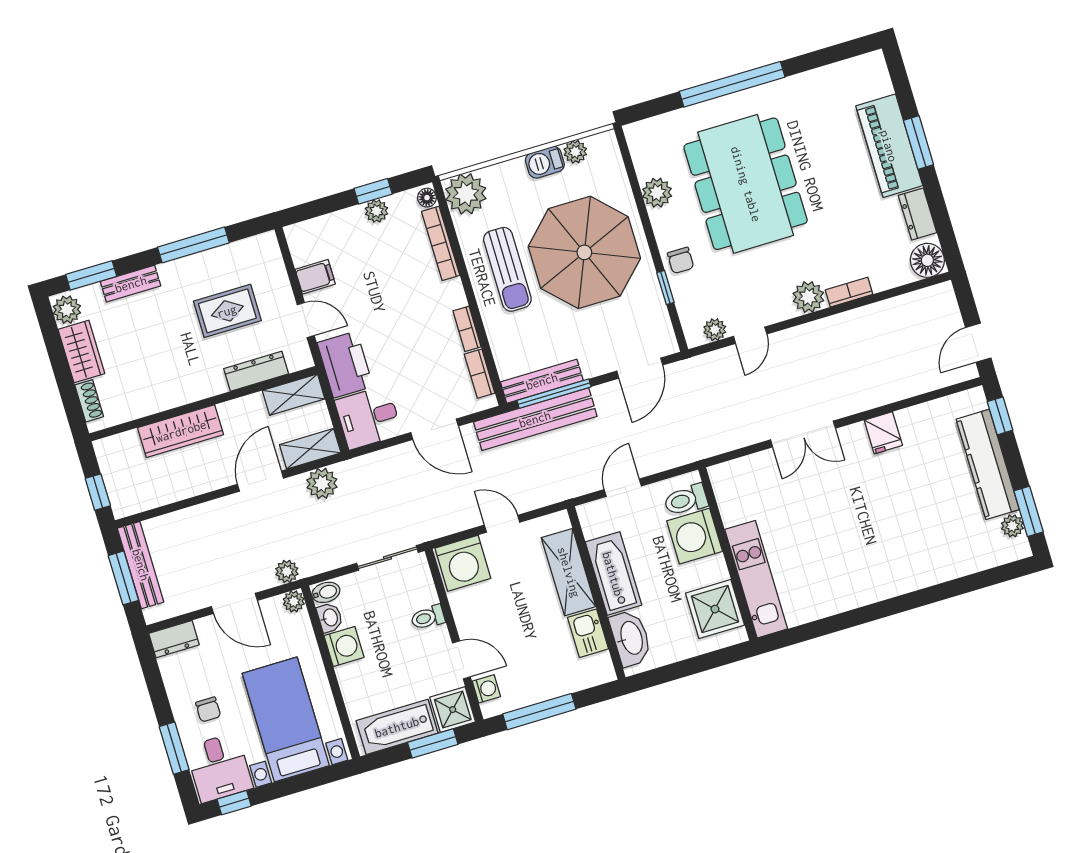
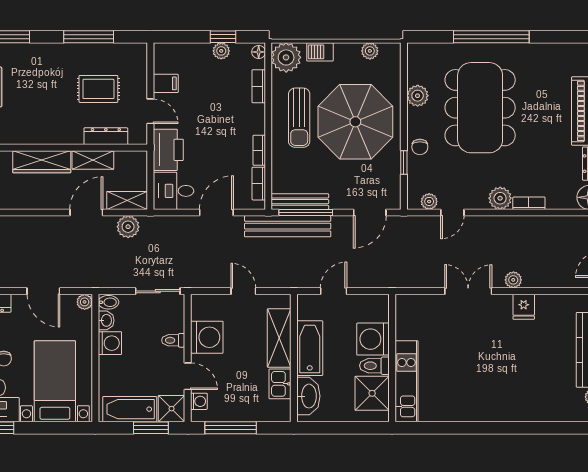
barbecue: (545, 162) -> (320, 52), moved
bookcase: (441, 243) -> (259, 86), width x0.64
bench: (131, 284) -> (38, 50), removed
shelving: (294, 395) -> (93, 160), moved
door: (435, 429) -> (216, 213), swing flipped
double door: (803, 434) -> (468, 291), swing flipped
toilet: (686, 500) -> (374, 366), moved
washing machine: (463, 563) -> (207, 337), moved, turned -90
plant: (287, 571) -> (513, 280), moved

